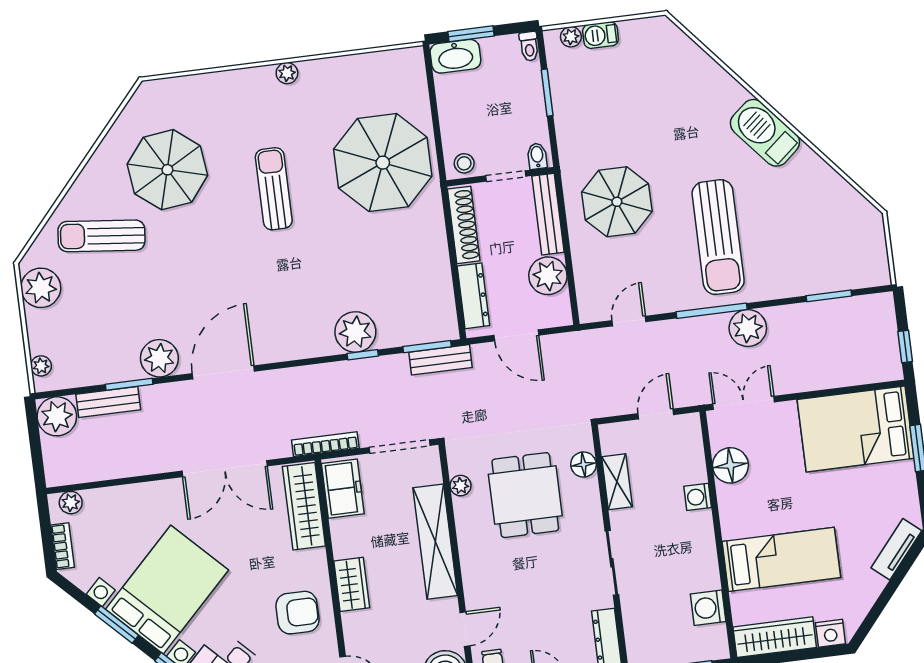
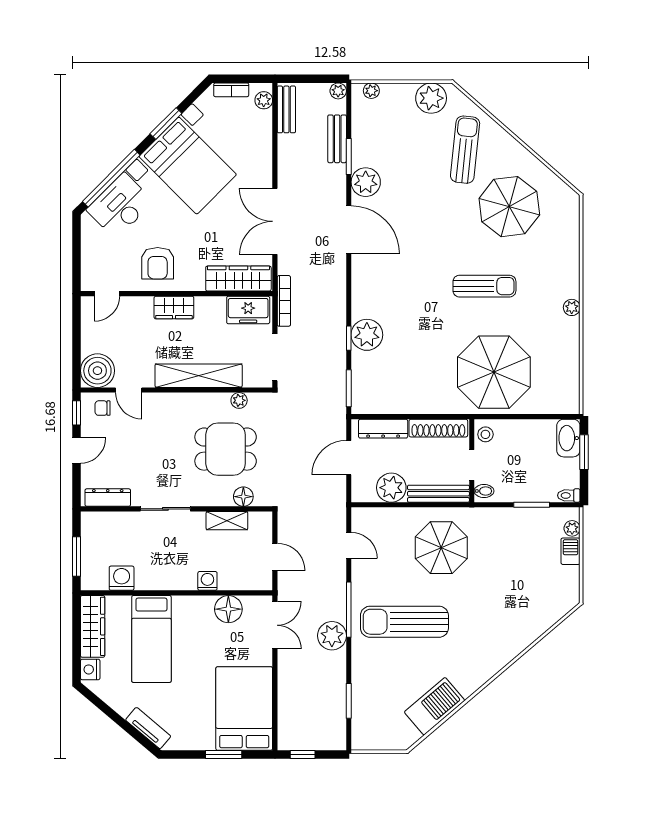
barbecue: (765, 133) -> (435, 706), moved
bench: (441, 360) -> (286, 109), moved
plant: (57, 416) -> (338, 91), width x0.53, depth x0.53

